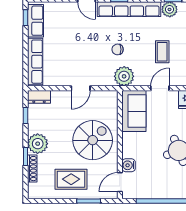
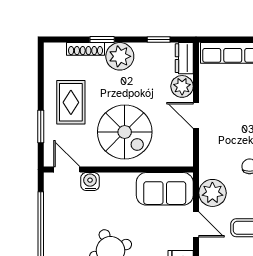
plant: (124, 76) -> (212, 193), moved
plant: (60, 98) -> (182, 86), added

